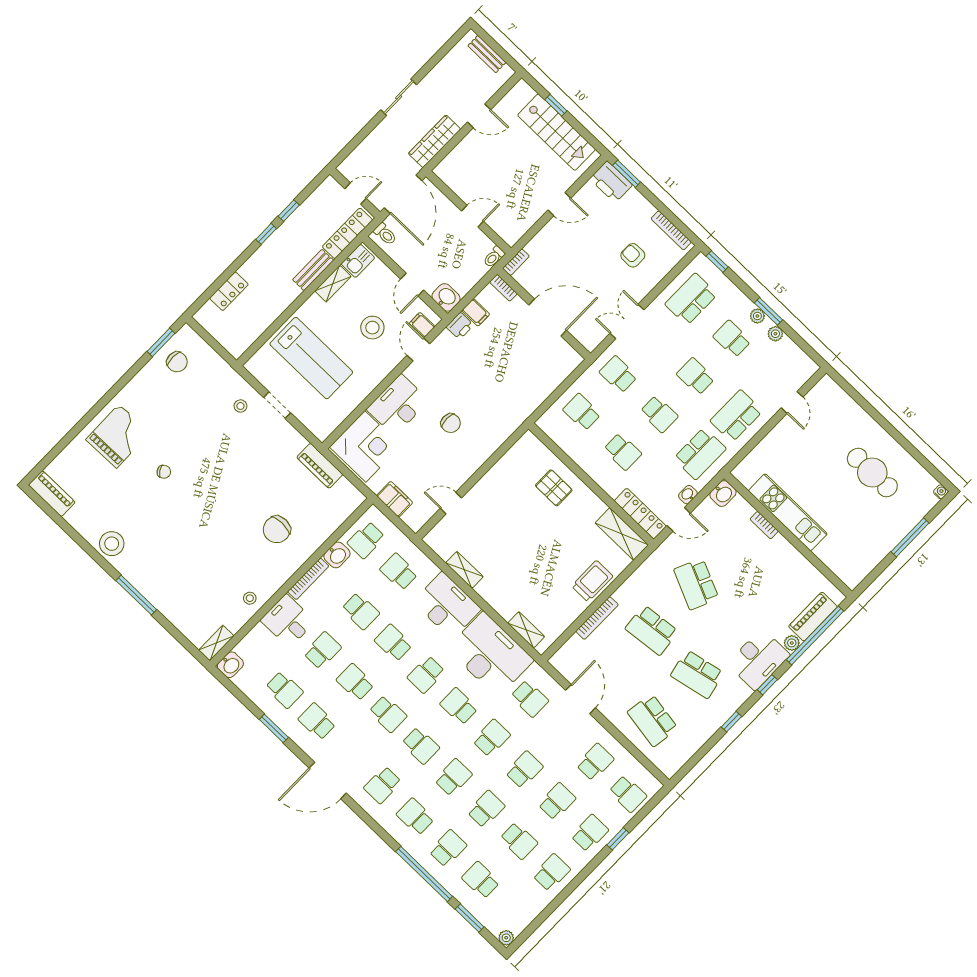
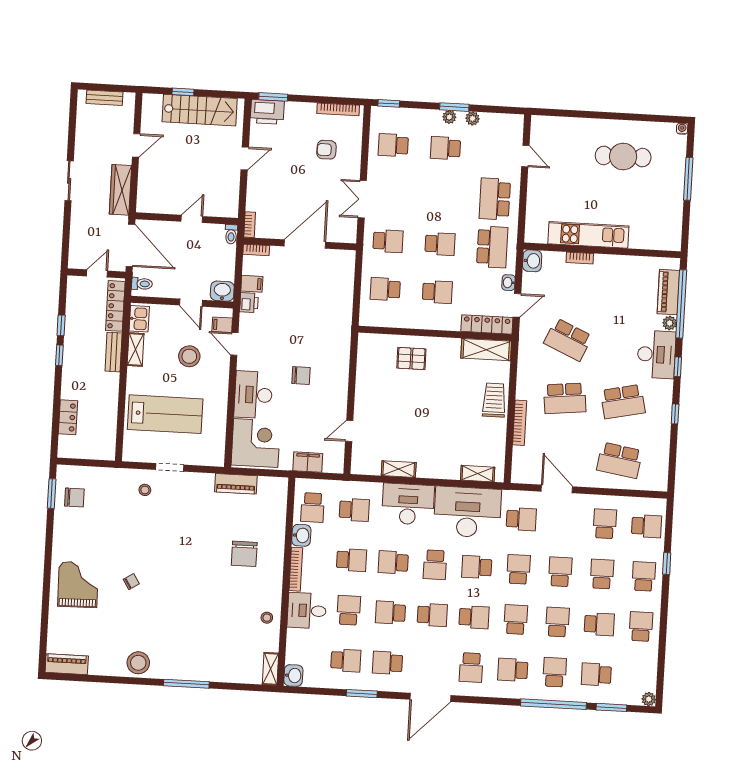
school desk: (691, 299) -> (393, 145), width x0.54
school desk: (618, 374) -> (388, 241), turned 180
school desk: (696, 376) -> (443, 196), removed
school desk: (399, 572) -> (354, 510), turned 180

